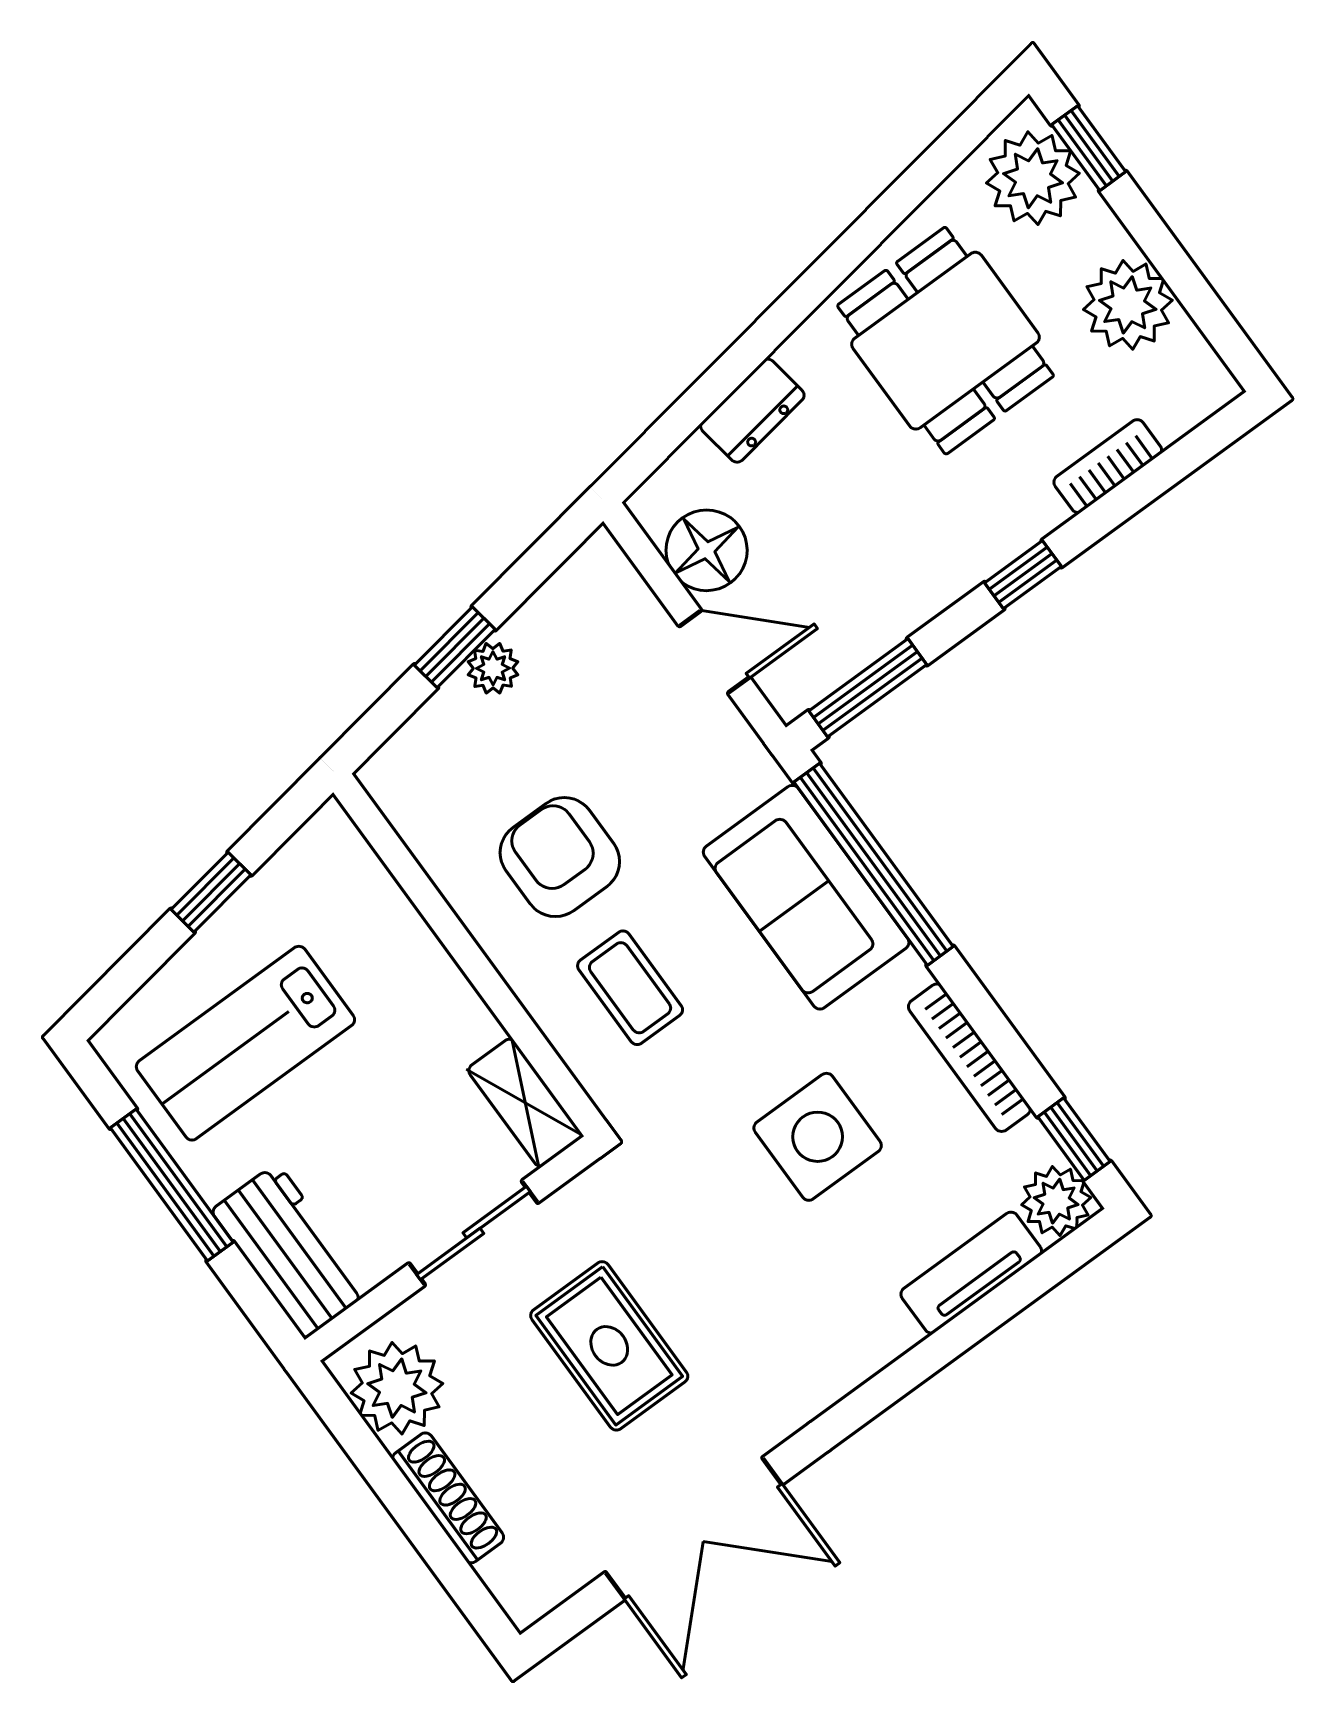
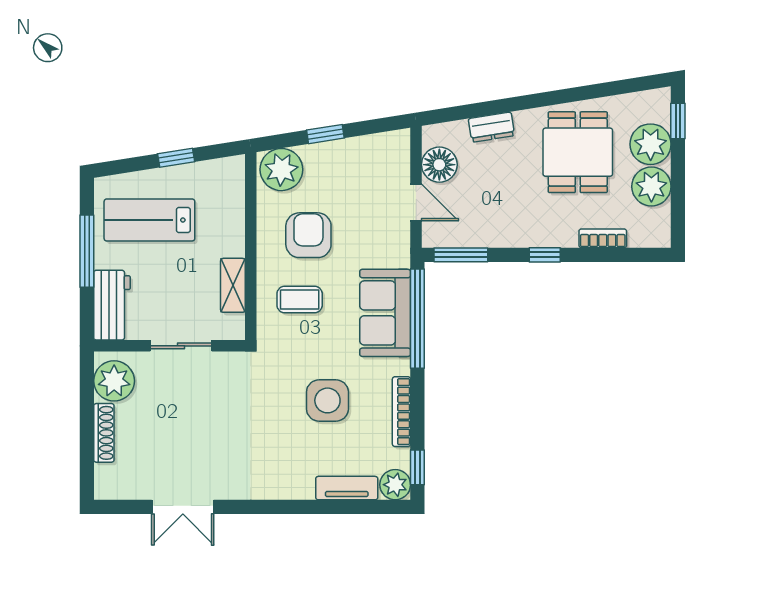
plant: (1033, 178) -> (651, 144), moved
plant: (493, 668) -> (281, 170), moved, width x1.88, depth x1.88
coffee table: (630, 988) -> (300, 300), turned 90
shelving: (525, 1103) -> (233, 285), moved
rug: (609, 1346) -> (200, 421), removed
double door: (694, 1528) -> (183, 507), width x0.73

